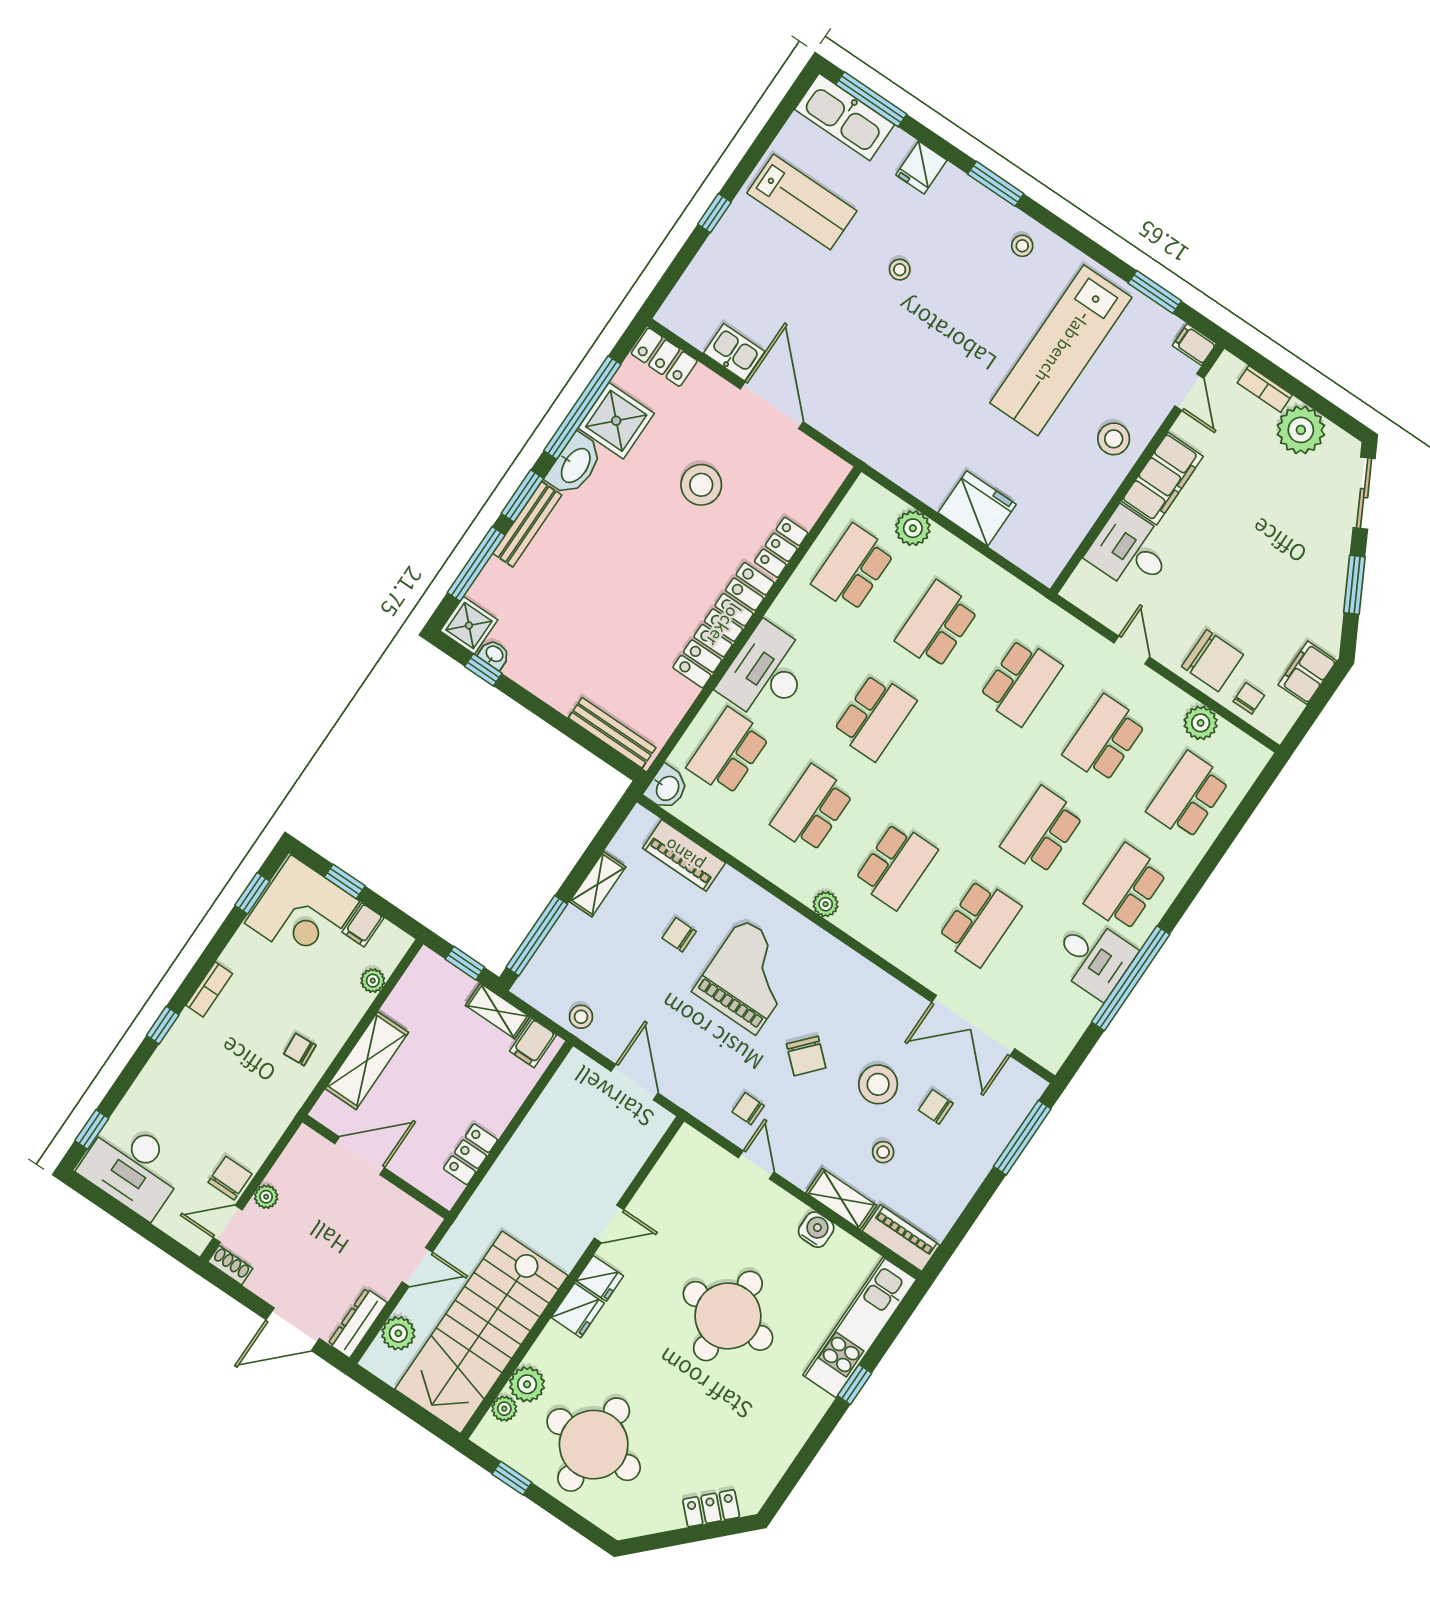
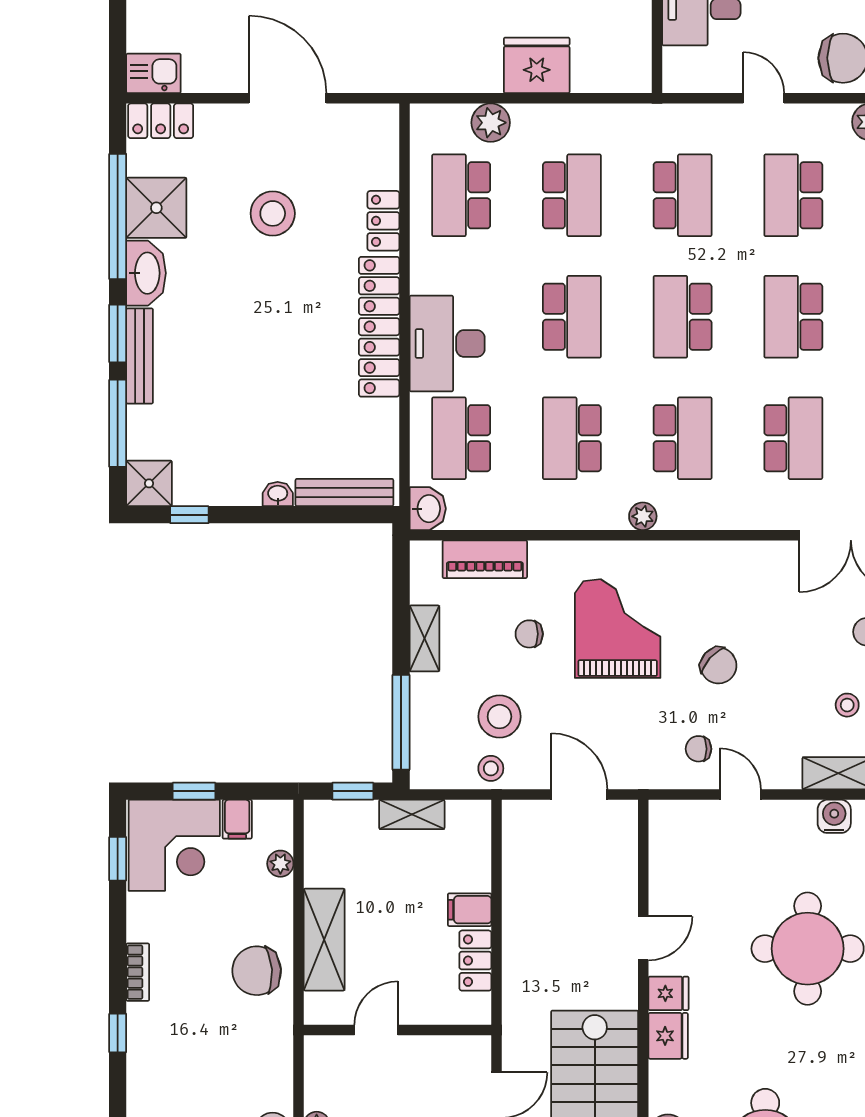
kitchen sink: (734, 352) -> (153, 73), moved
school desk: (937, 625) -> (572, 195), turned 180
washbasin: (494, 654) -> (278, 494), moved
school desk: (958, 774) -> (683, 317), added
filing cabinet: (533, 1043) -> (470, 910), moved, turned 90
chair: (300, 1049) -> (257, 971), width x1.87, depth x1.87
stool: (878, 1084) -> (499, 717), moved
door: (360, 1156) -> (376, 1030), width x0.73

